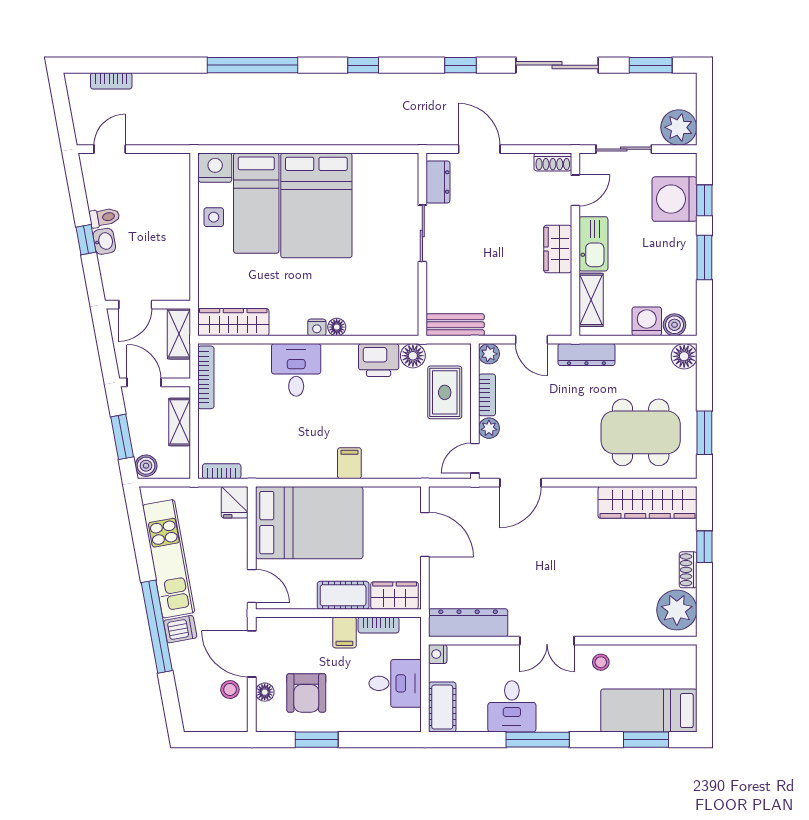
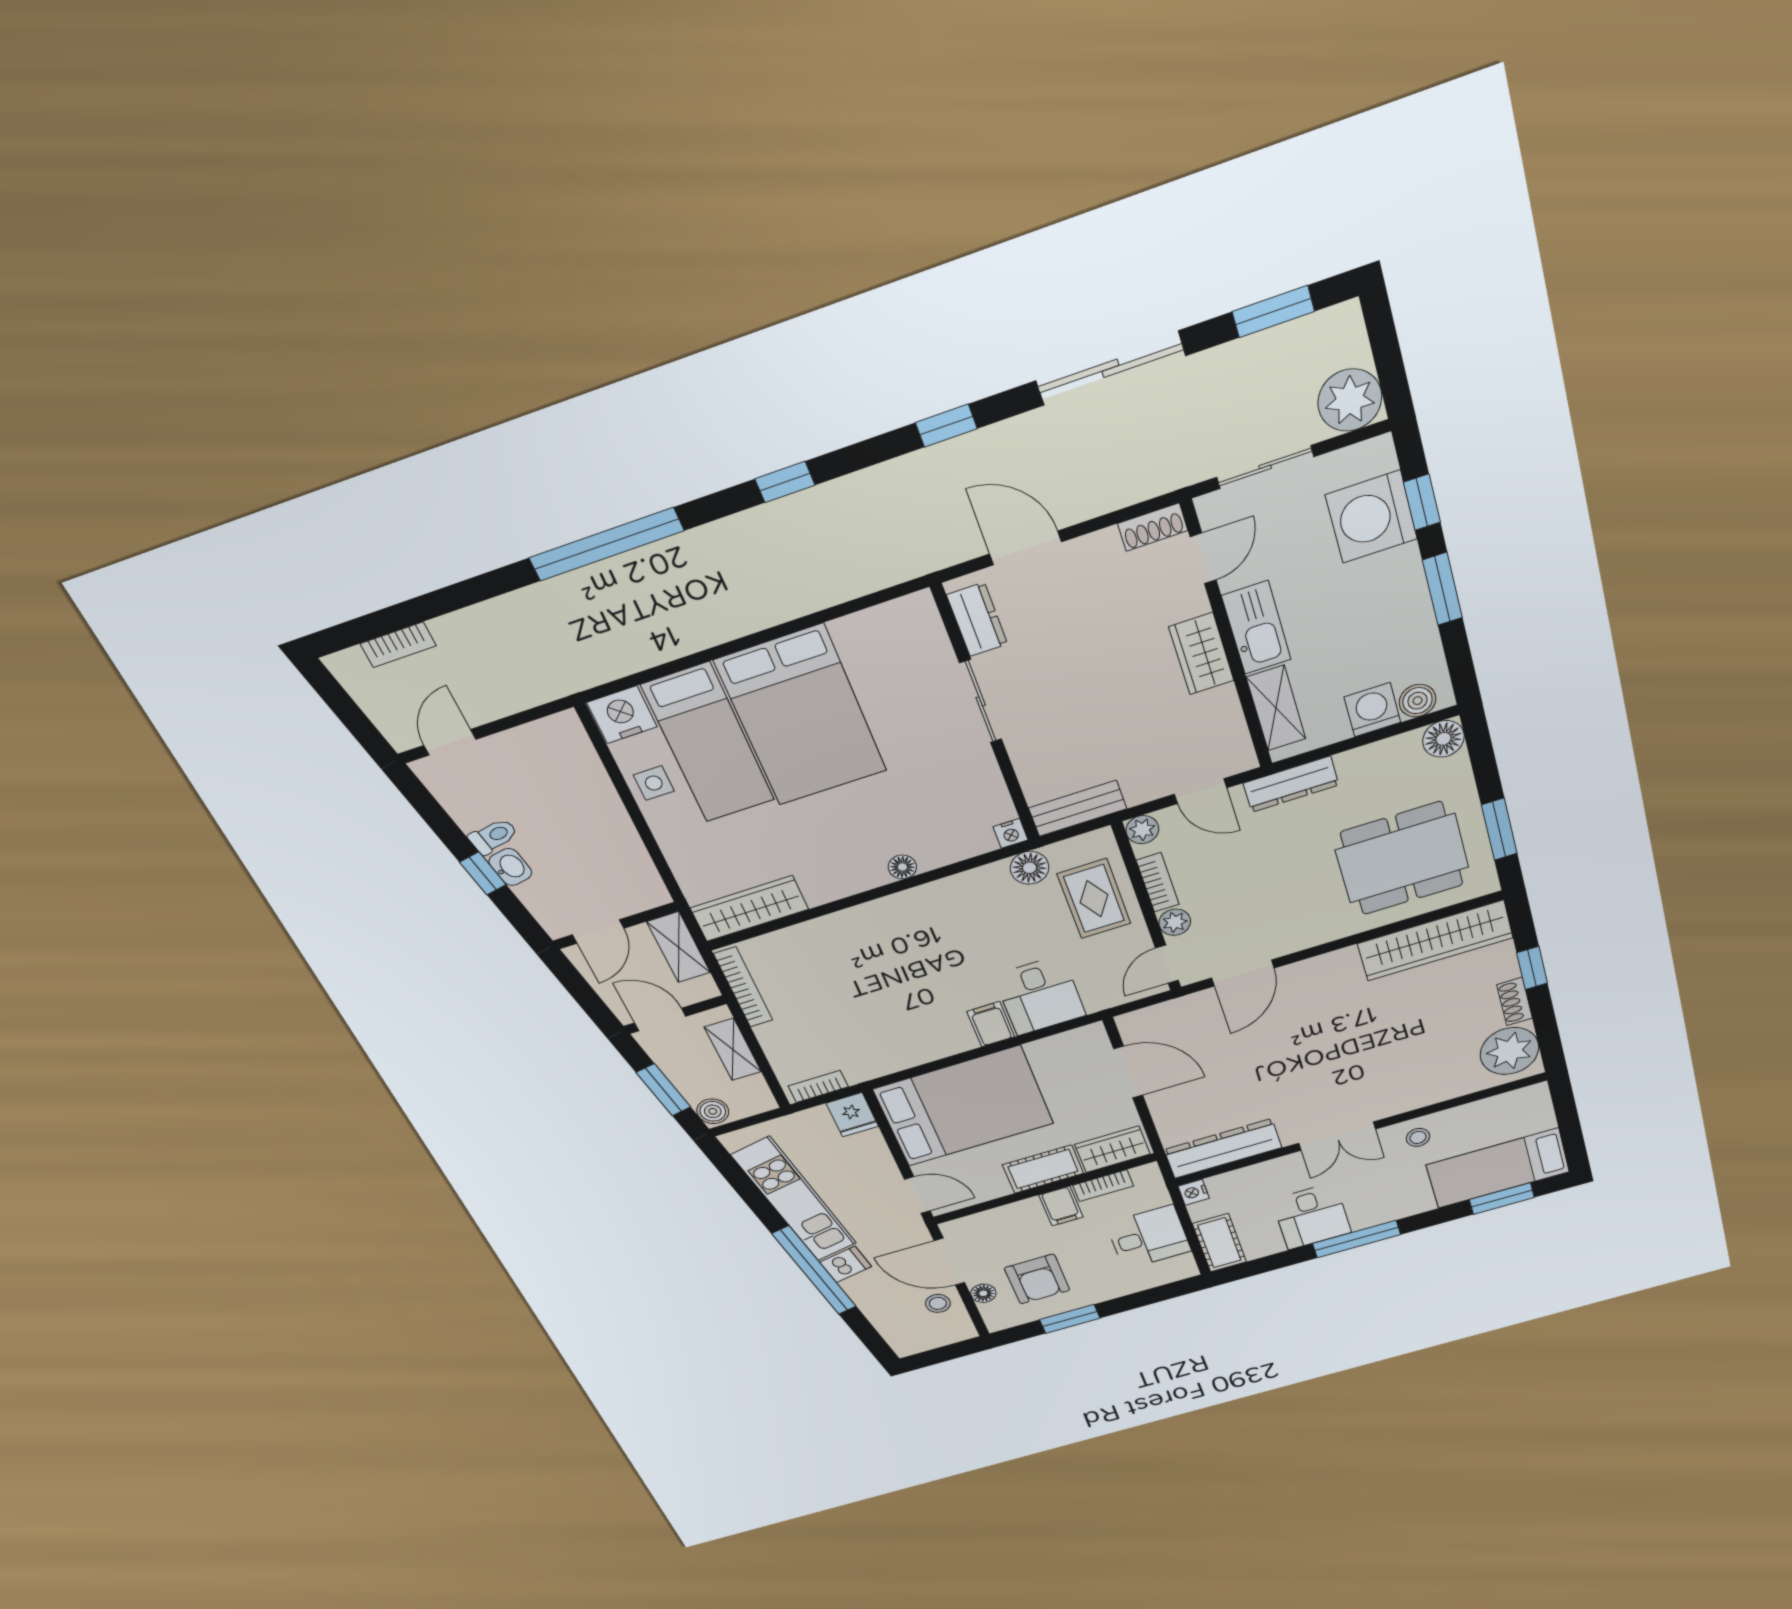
nightstand: (317, 327) -> (1010, 833), moved
printer: (379, 360) -> (981, 889), removed
desk: (296, 370) -> (1040, 995), moved, turned 180

